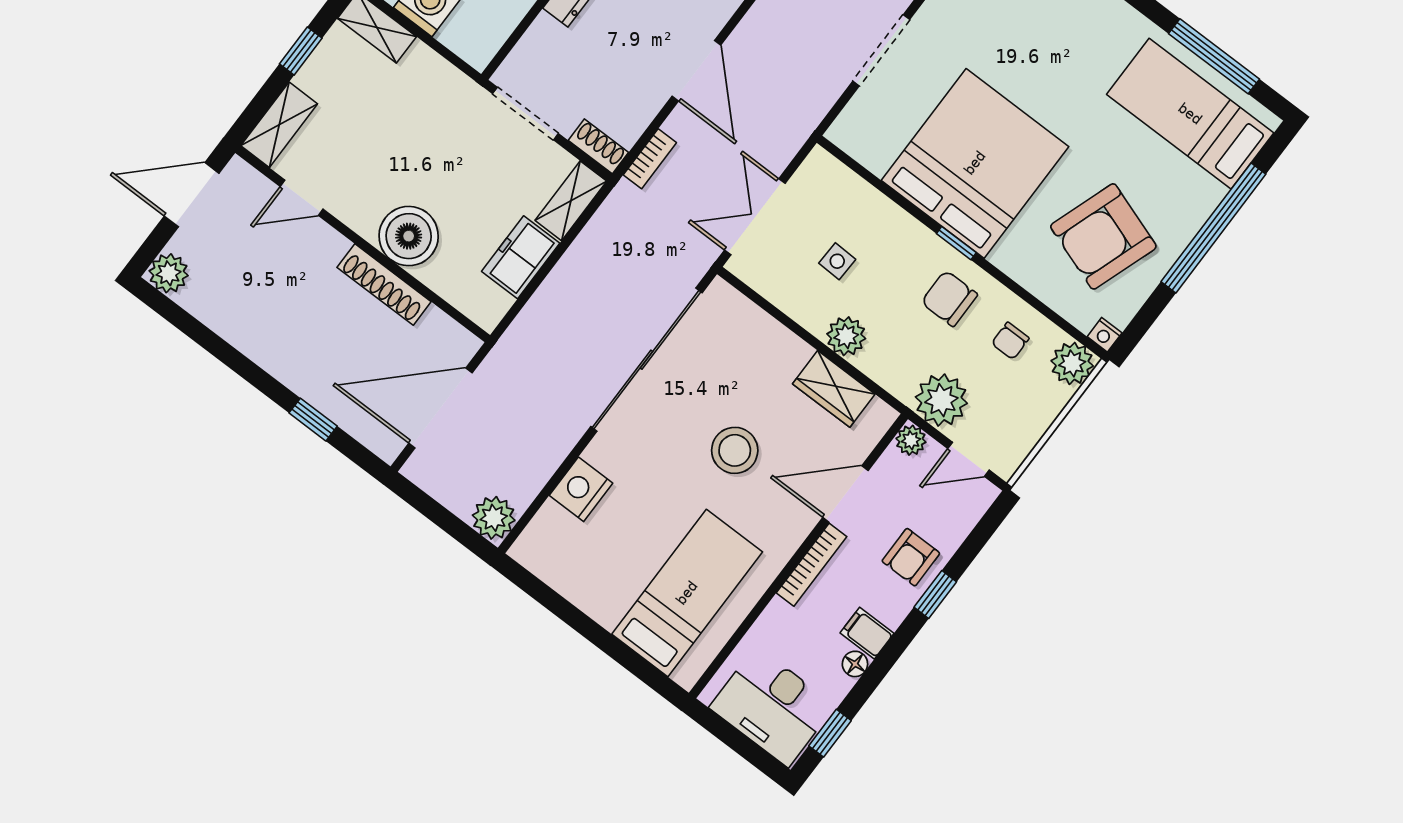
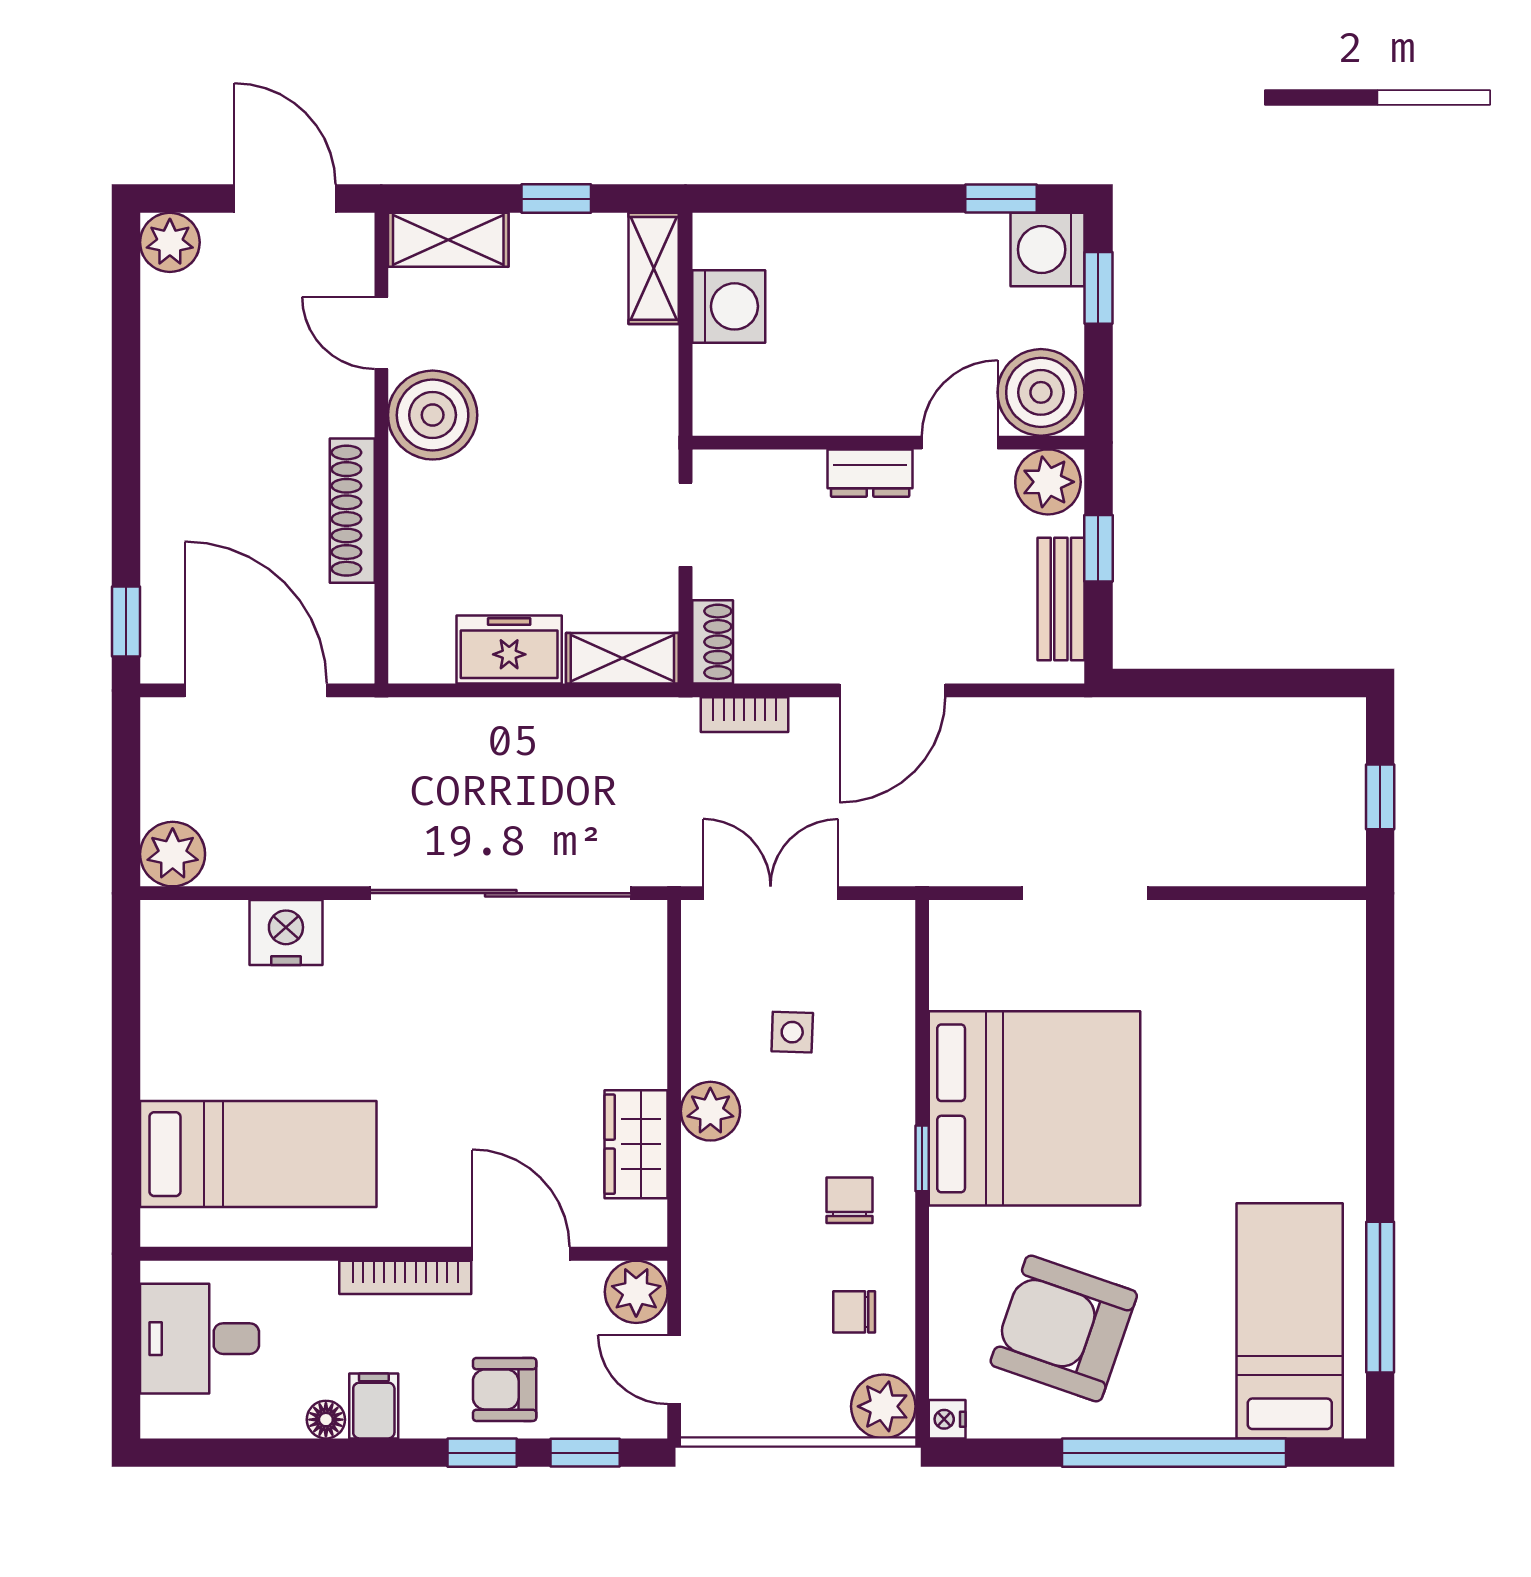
doorway: (525, 114) -> (685, 525), width x0.73
boiler: (409, 236) -> (433, 415), moved
chair: (949, 298) -> (849, 1200), width x0.73, depth x0.73
plant: (941, 400) -> (721, 1283), removed
window: (313, 420) -> (126, 621), moved
plant: (911, 440) -> (636, 1292), width x1.38, depth x1.38
stool: (735, 450) -> (472, 1081), removed
desk: (772, 707) -> (200, 1339), width x0.73
window: (830, 733) -> (585, 1453), moved

